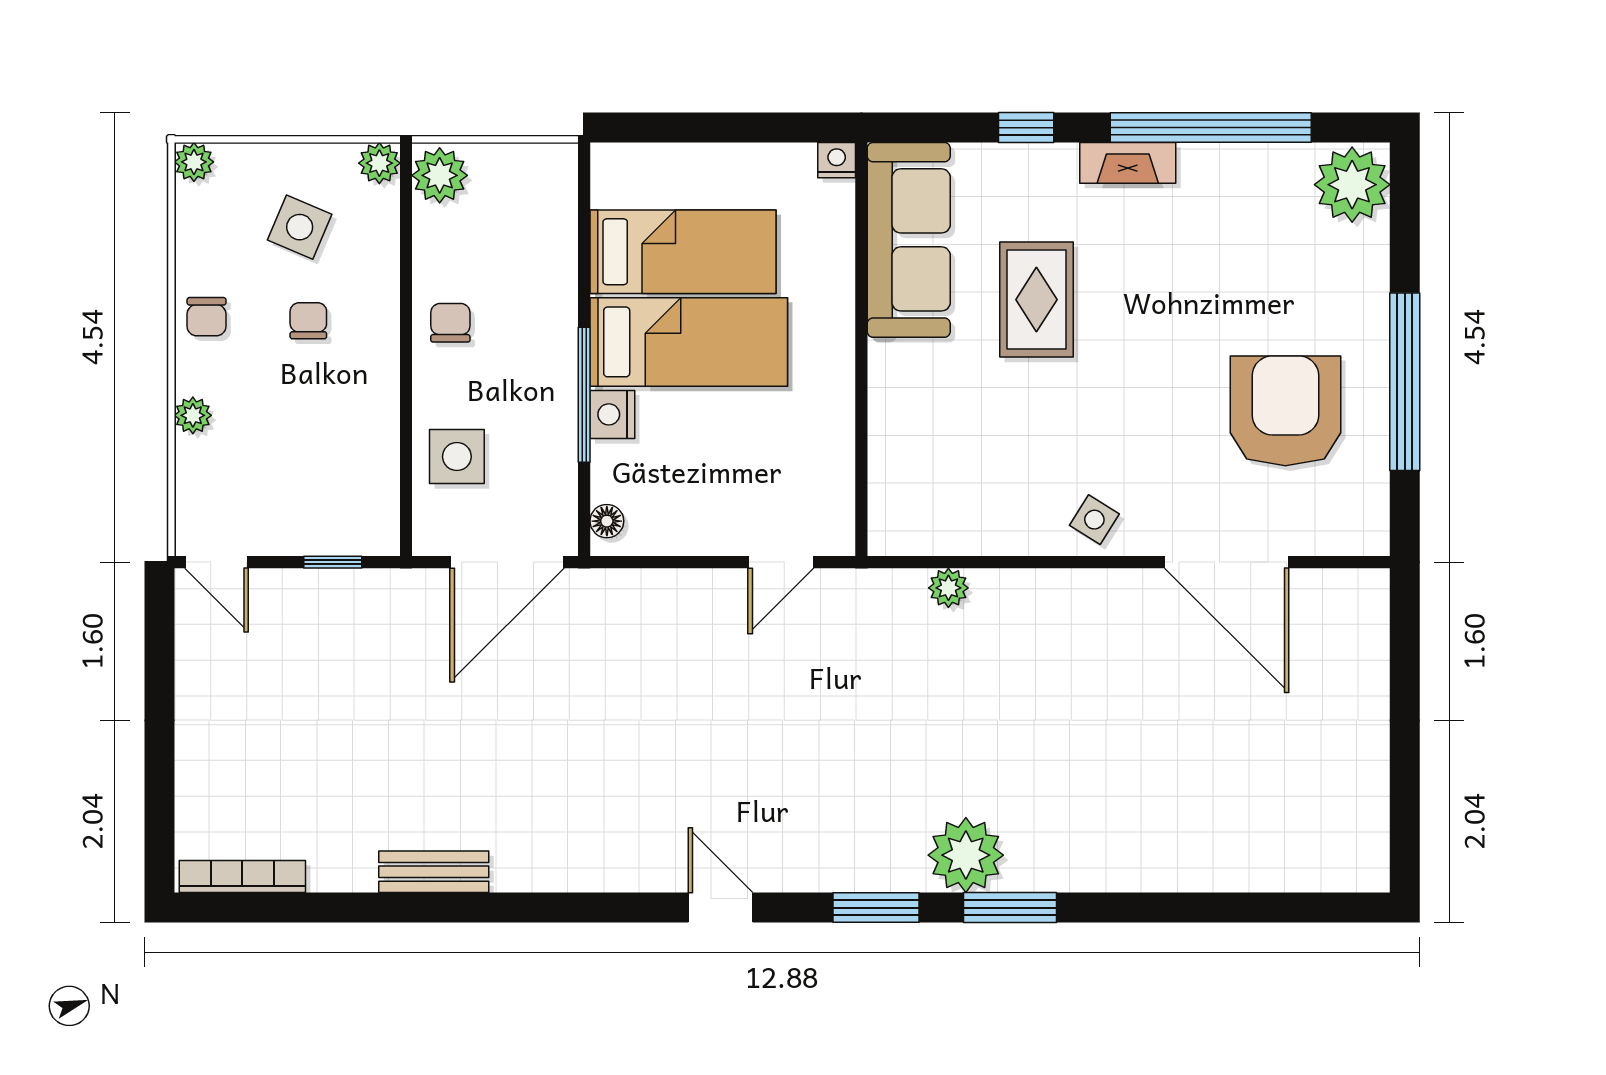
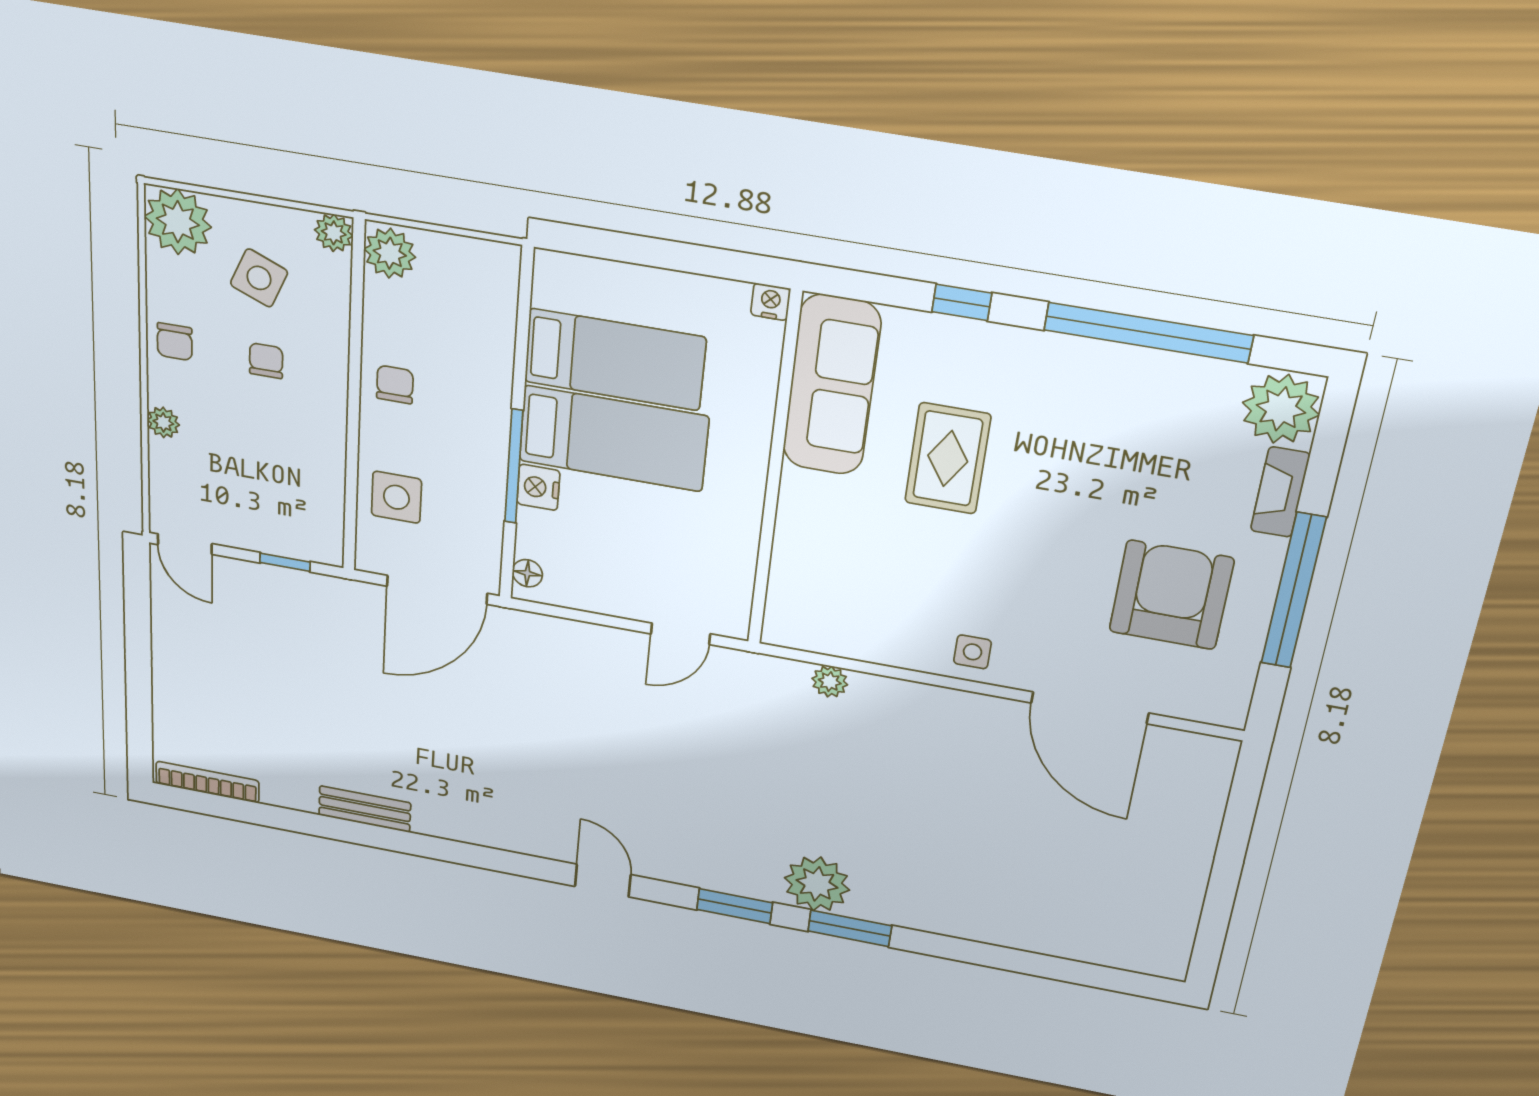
plant: (194, 162) -> (178, 222), width x1.88, depth x1.88
fireplace: (1128, 163) -> (1280, 492), moved, turned 90
side table: (1094, 520) -> (973, 652), turned -32

